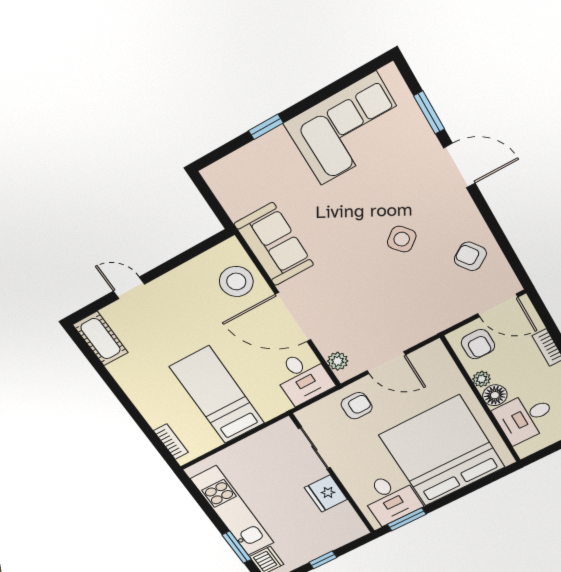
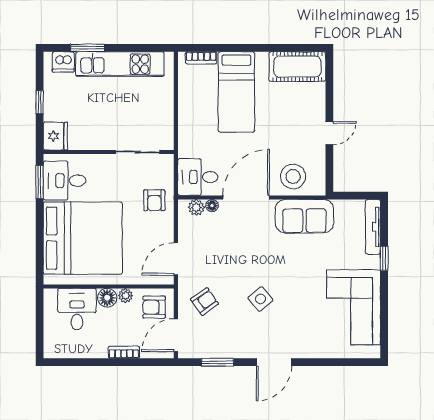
window: (429, 112) -> (218, 362), moved
tv unit: (237, 161) -> (373, 227), added
door: (459, 166) -> (274, 362), moved
armchair: (470, 256) -> (205, 301), moved
door: (129, 288) -> (329, 133), moved
cot: (101, 339) -> (297, 67), width x1.37, depth x1.34
floor lamp: (325, 347) -> (212, 206), added
door: (386, 363) -> (176, 259), moved
bed: (217, 395) -> (236, 92), moved, turned 90
fridge: (326, 493) -> (55, 136), moved, turned 90

